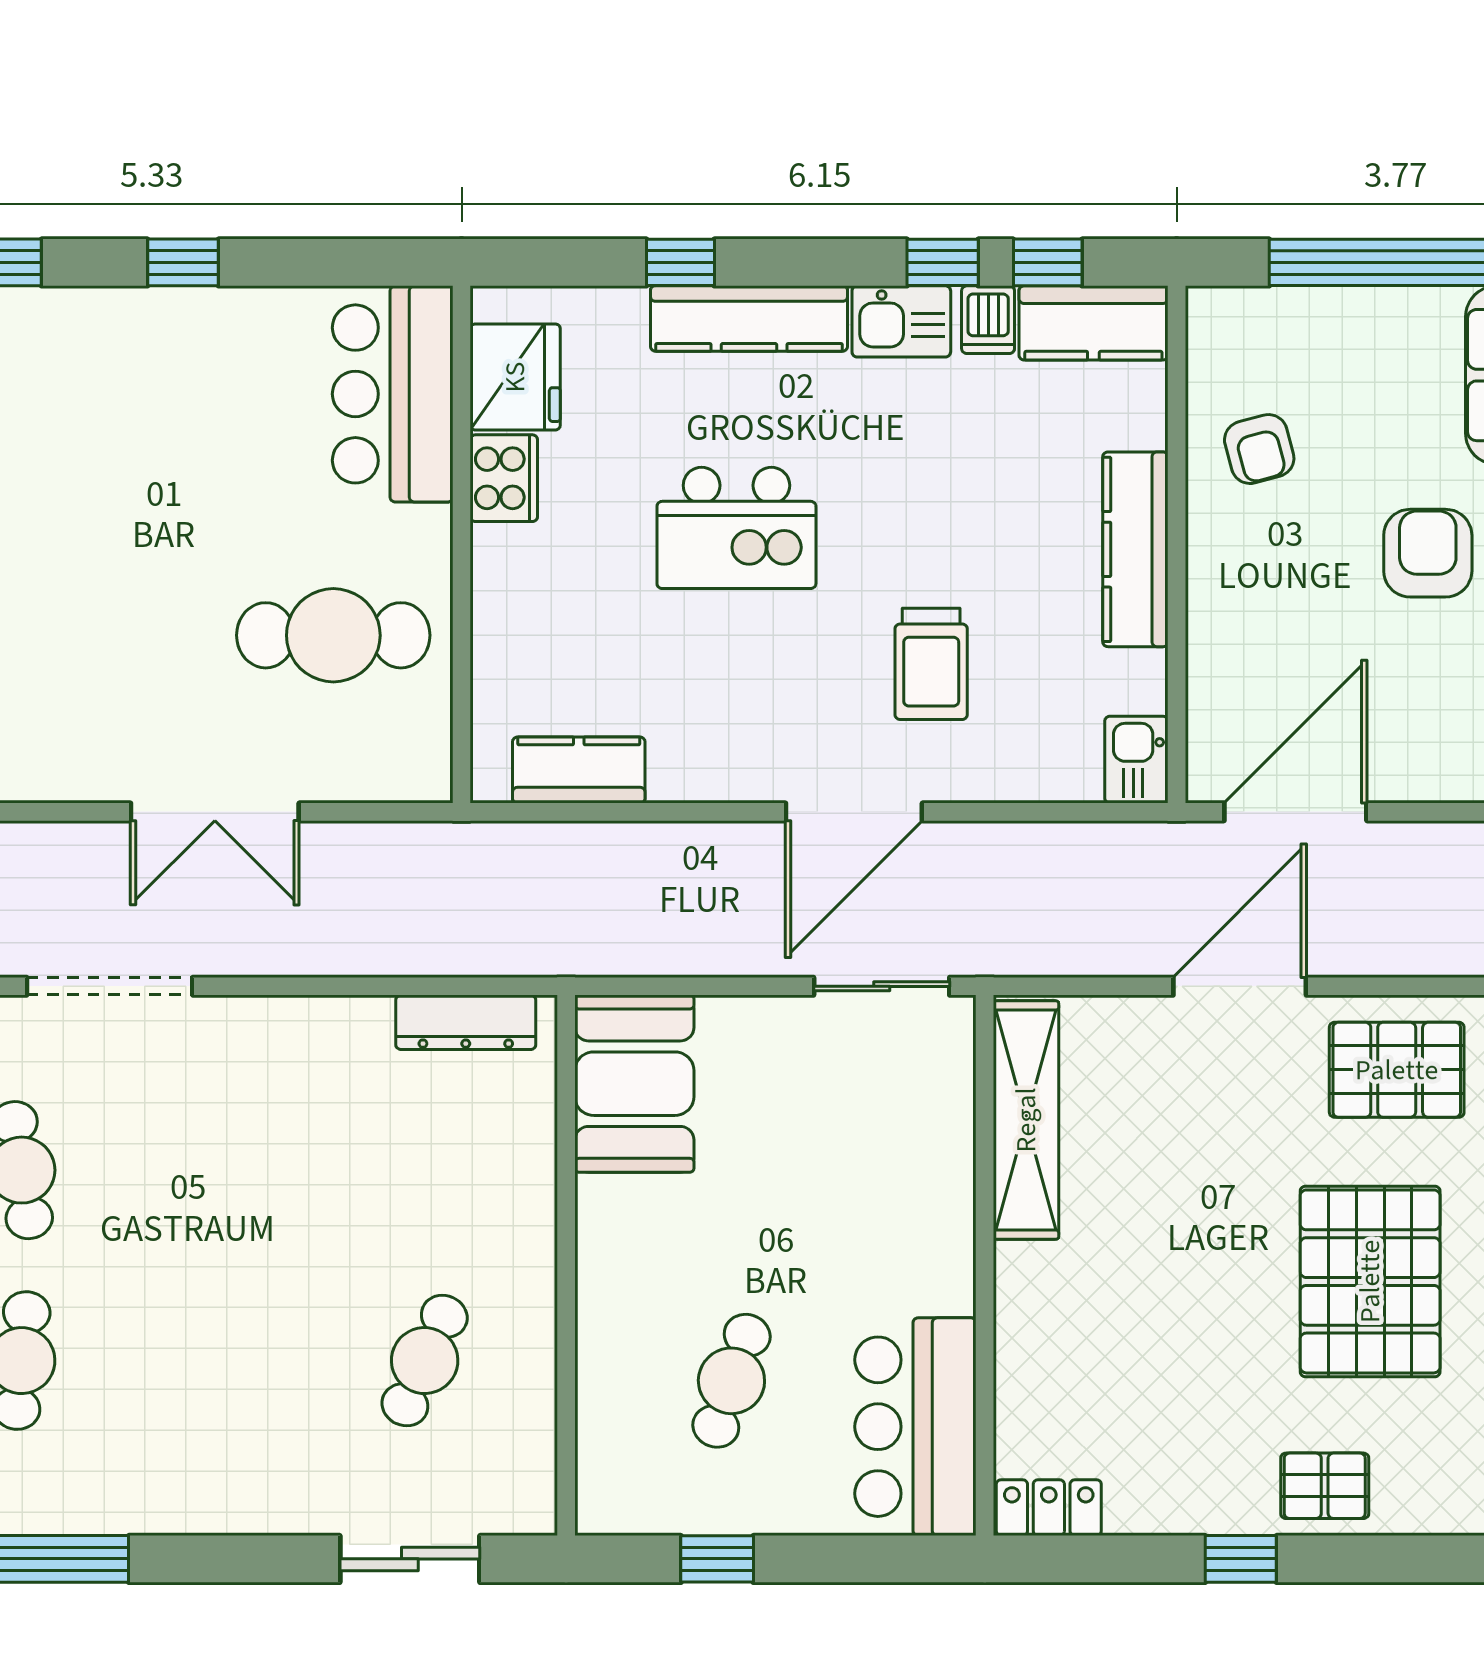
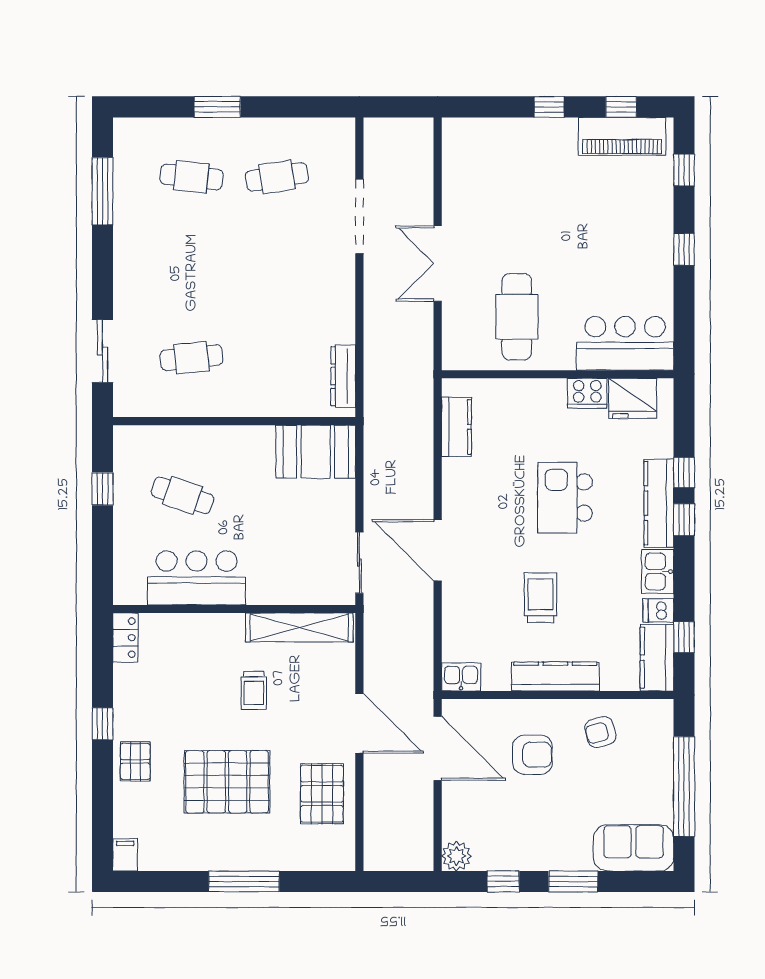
window: (943, 262) -> (684, 520), moved
armchair: (1428, 553) -> (532, 755), moved
trolley: (931, 664) -> (541, 598), moved, turned 90
trolley: (1166, 1222) -> (254, 690), added
cafe table: (425, 1361) -> (191, 358), turned -30
bar counter: (915, 1427) -> (197, 578), moved

